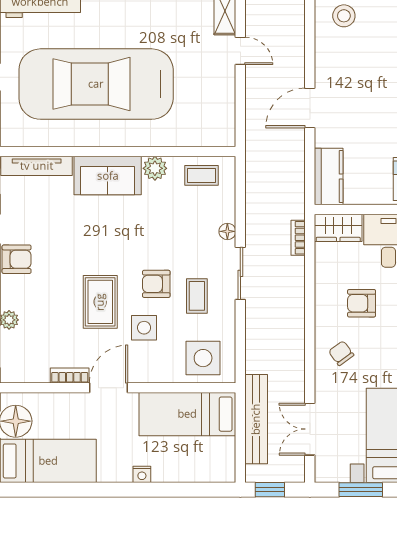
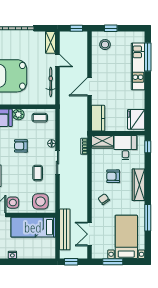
bicycle: (225, 98) -> (51, 82), added
armchair: (156, 284) -> (21, 146), moved
side table: (144, 328) -> (13, 203), moved

